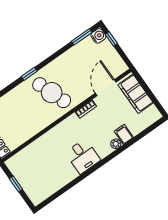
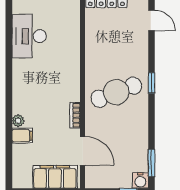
desk: (83, 156) -> (29, 36), moved, width x1.37

